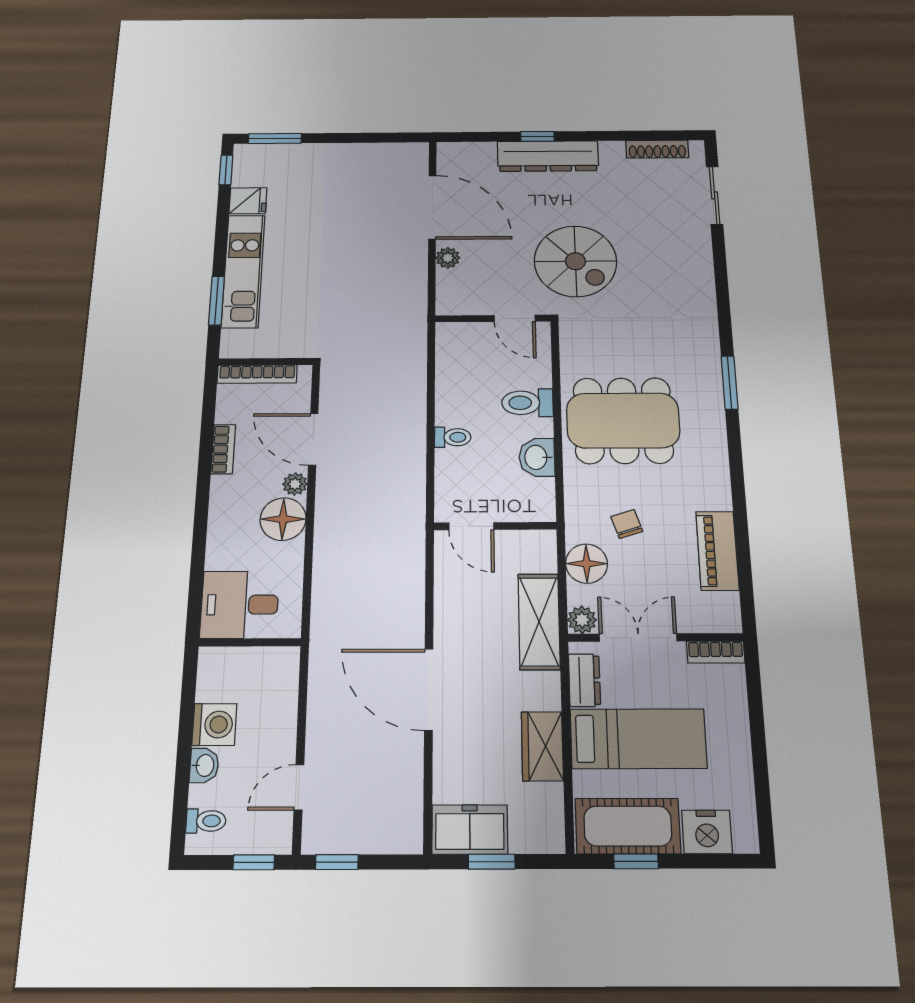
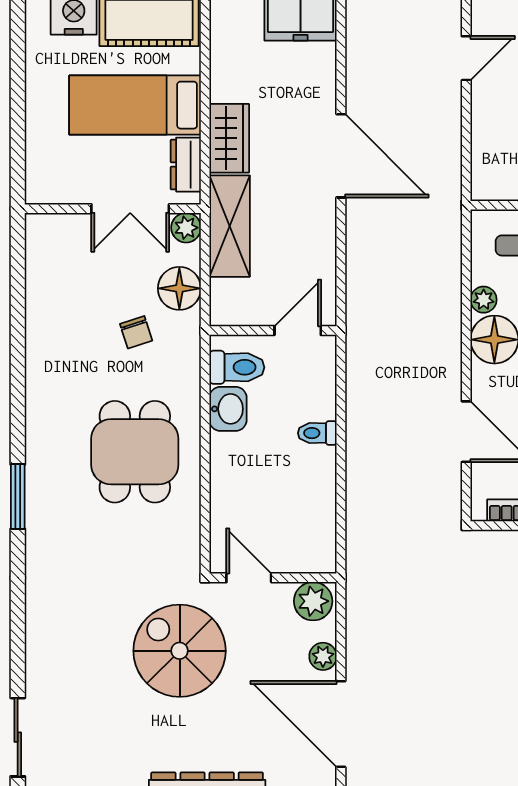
plant: (457, 300) -> (313, 601), added
toilet: (527, 403) -> (237, 367), moved
dining table: (623, 420) -> (135, 452), width x0.73
plant: (295, 484) -> (484, 300), moved
door: (471, 526) -> (298, 331), hinge flipped
piano: (717, 551) -> (44, 302), removed
bookcase: (716, 652) -> (53, 193), removed
wardrobe: (542, 746) -> (229, 138), moved

